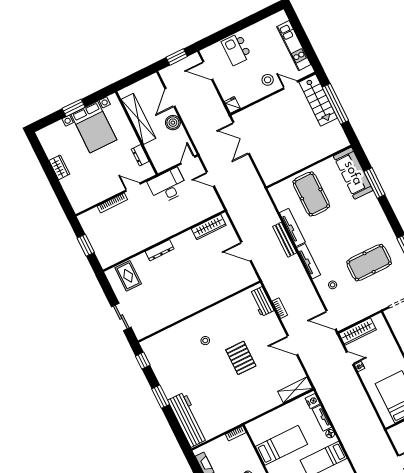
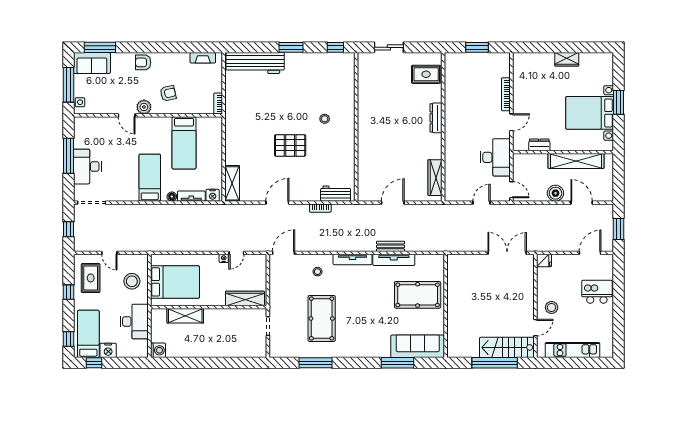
bench: (285, 240) -> (391, 246), width x0.73
wardrobe: (358, 332) -> (245, 298), moved, turned 90

